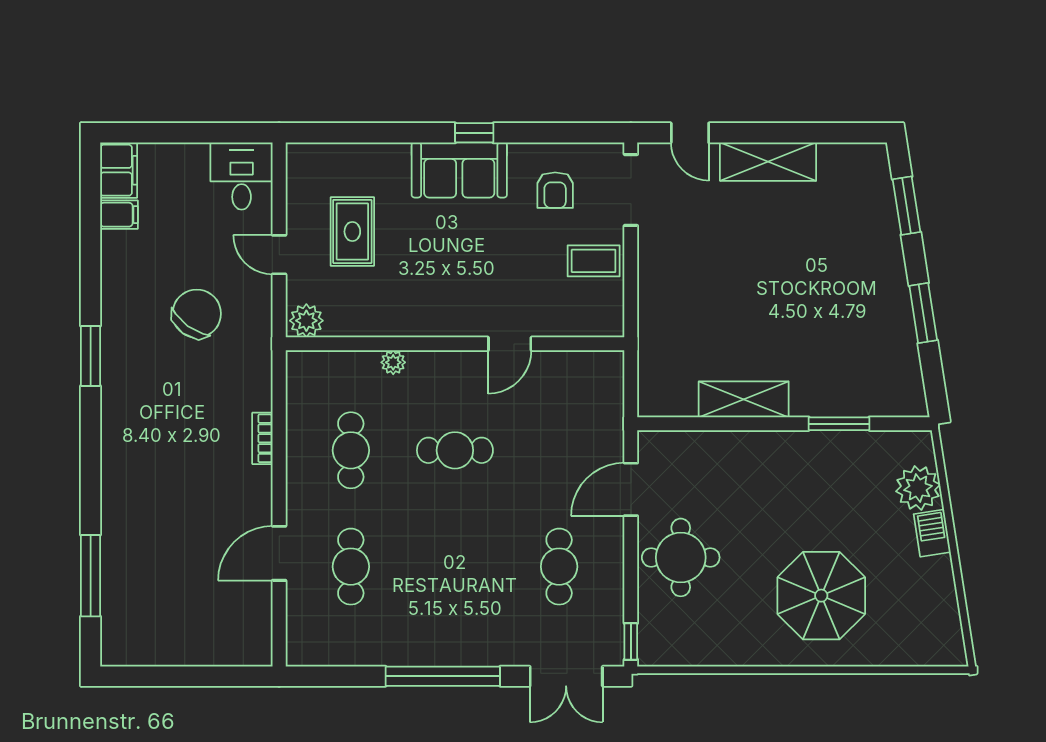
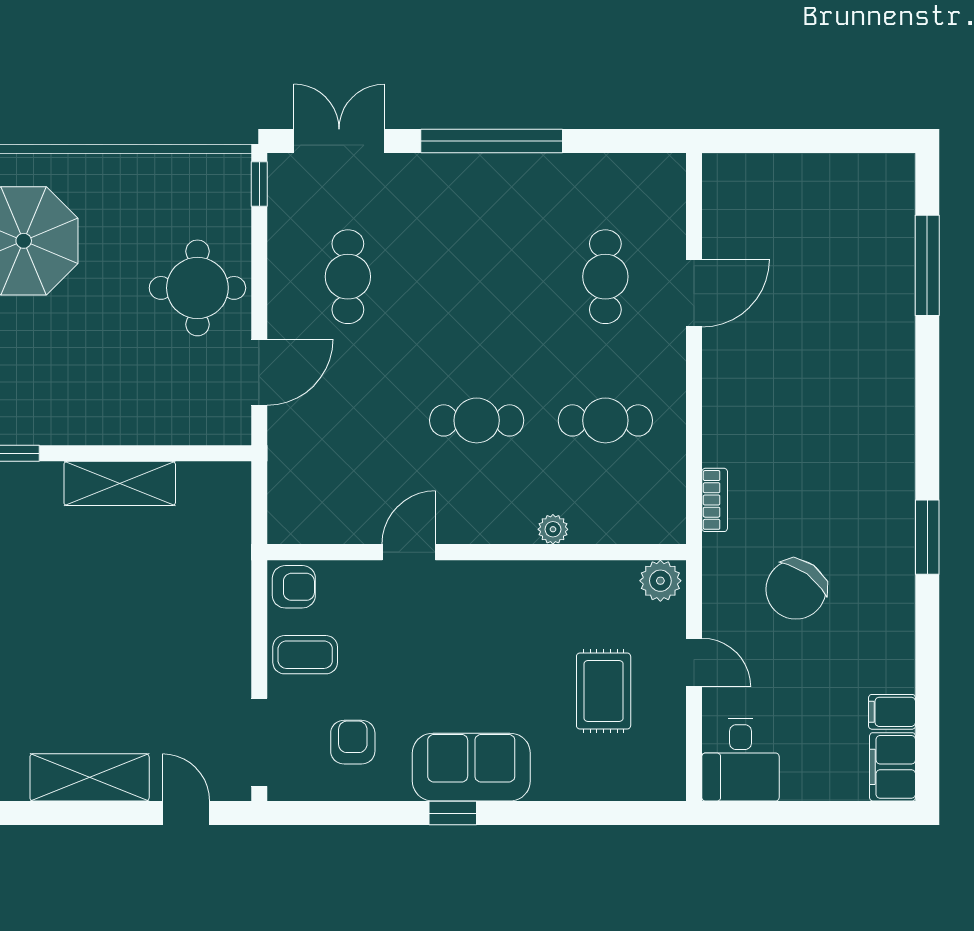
armchair: (603, 316) -> (294, 587), added
bookcase: (262, 438) -> (715, 500), moved
cafe table: (351, 450) -> (605, 420), turned 90

